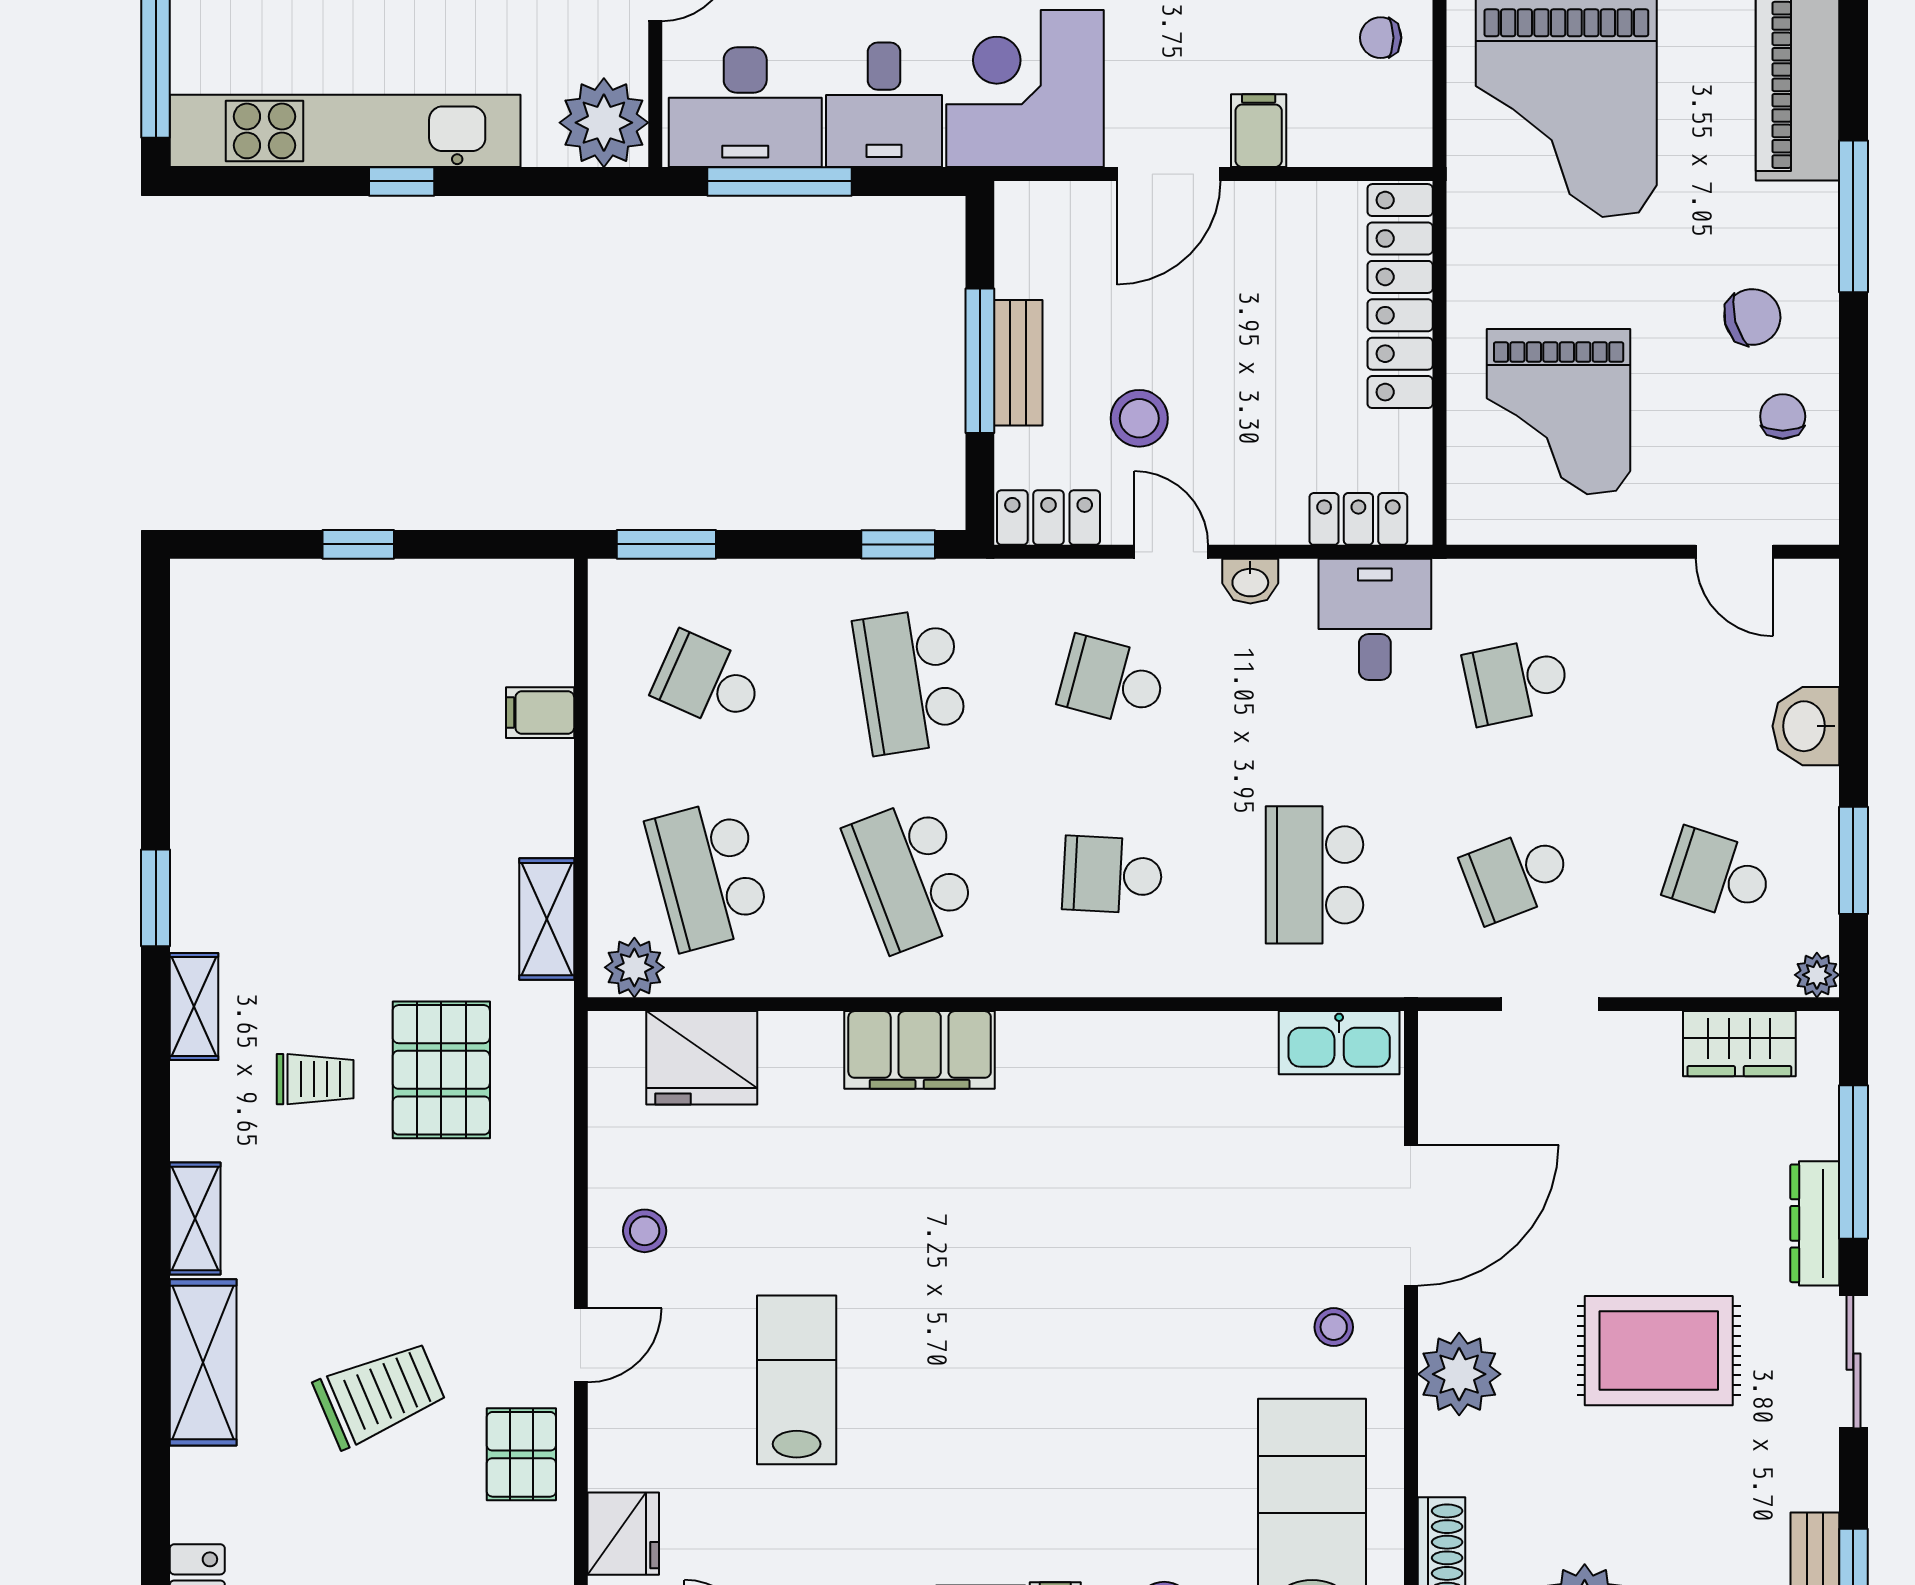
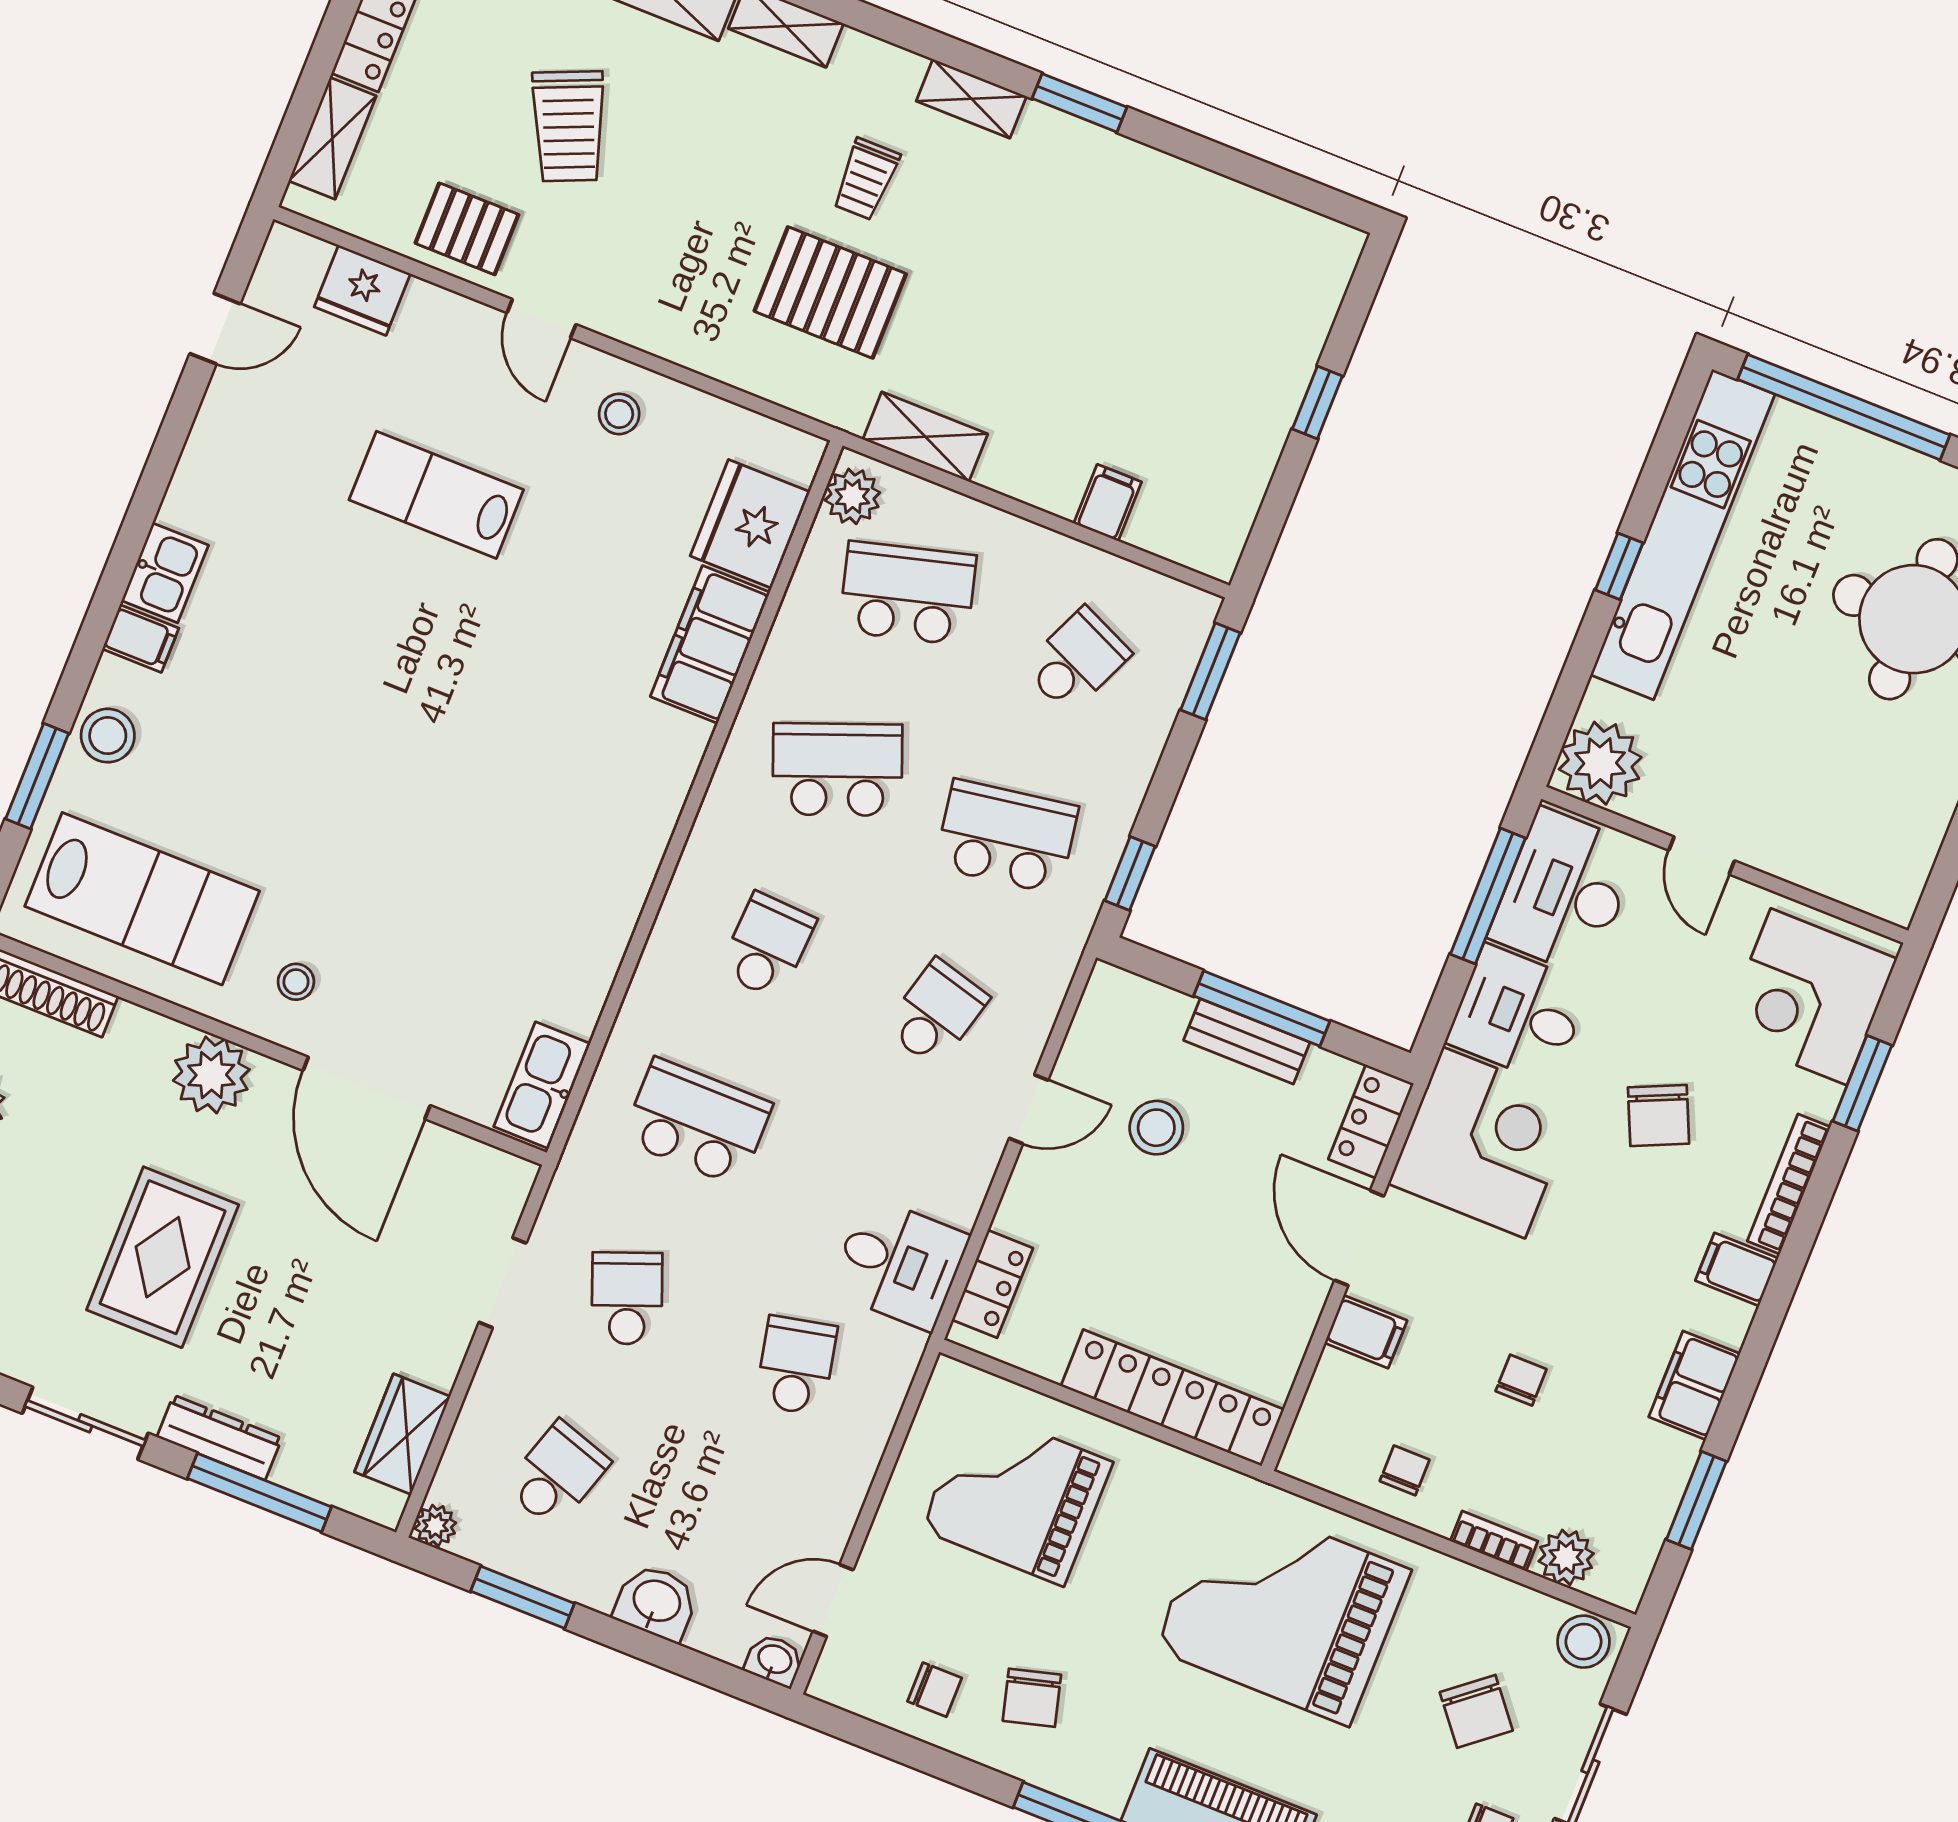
locker: (1049, 518) -> (1371, 1121), moved, turned 180
washbasin: (1250, 581) -> (774, 1660), moved, turned 90
filing cabinet: (920, 1050) -> (710, 645), moved
lab bench: (797, 1380) -> (436, 495), turned 180

